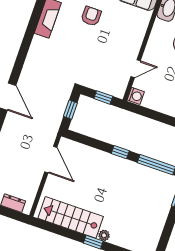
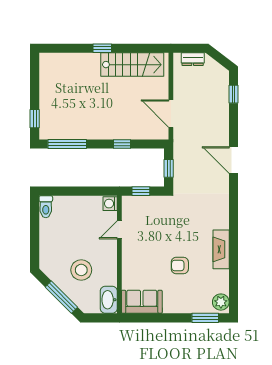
armchair: (91, 16) -> (180, 266), turned 90
window: (120, 152) -> (122, 144), moved
plant: (104, 235) -> (94, 58), removed

